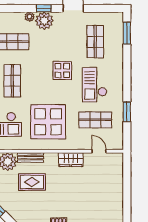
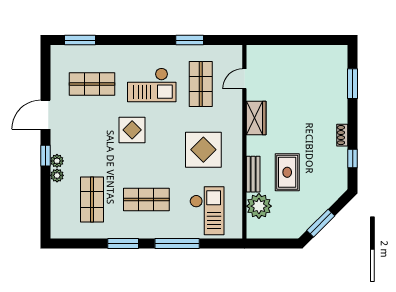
plant: (44, 21) -> (57, 161), width x0.53, depth x0.53
display table: (48, 122) -> (203, 150), width x0.73, depth x0.73

